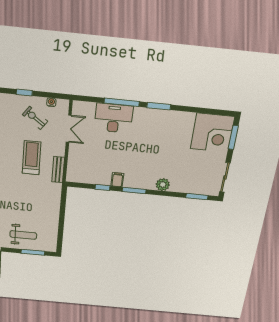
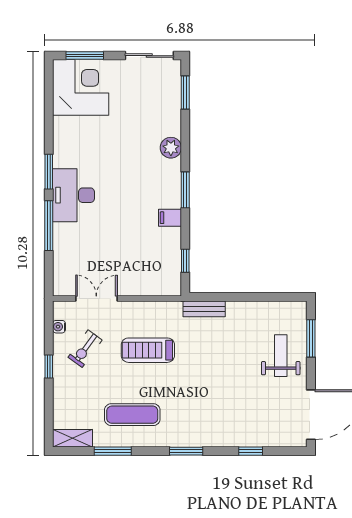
desk: (114, 118) -> (74, 195), moved
bench: (58, 170) -> (204, 309), moved
window: (103, 187) -> (185, 261), moved

